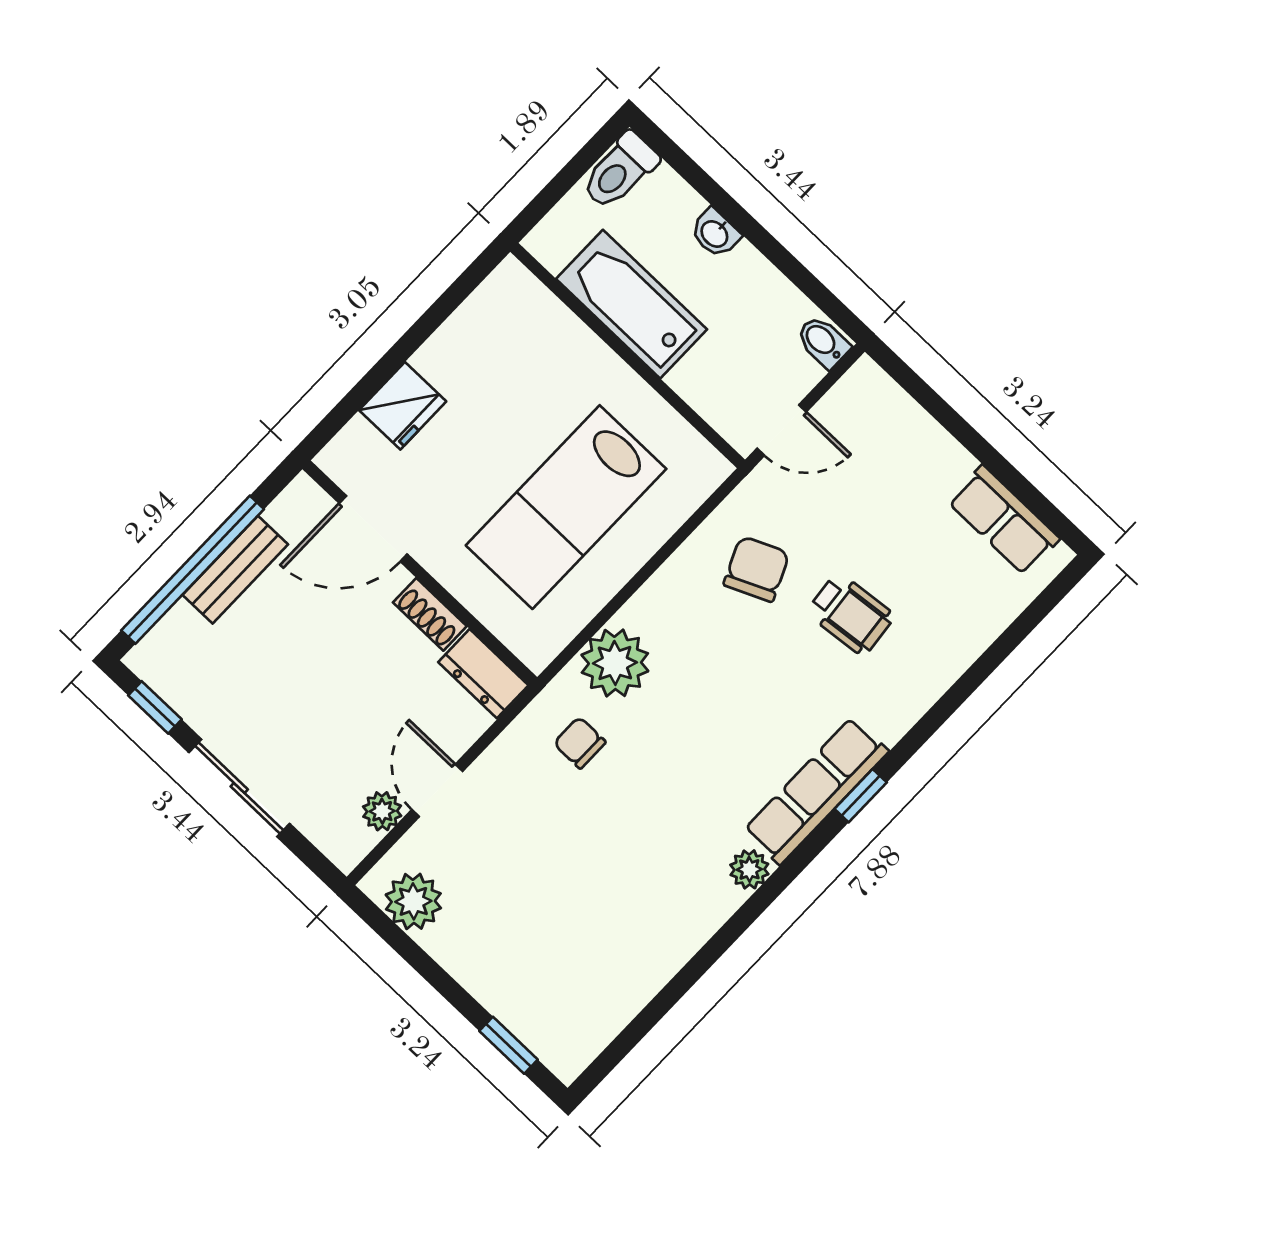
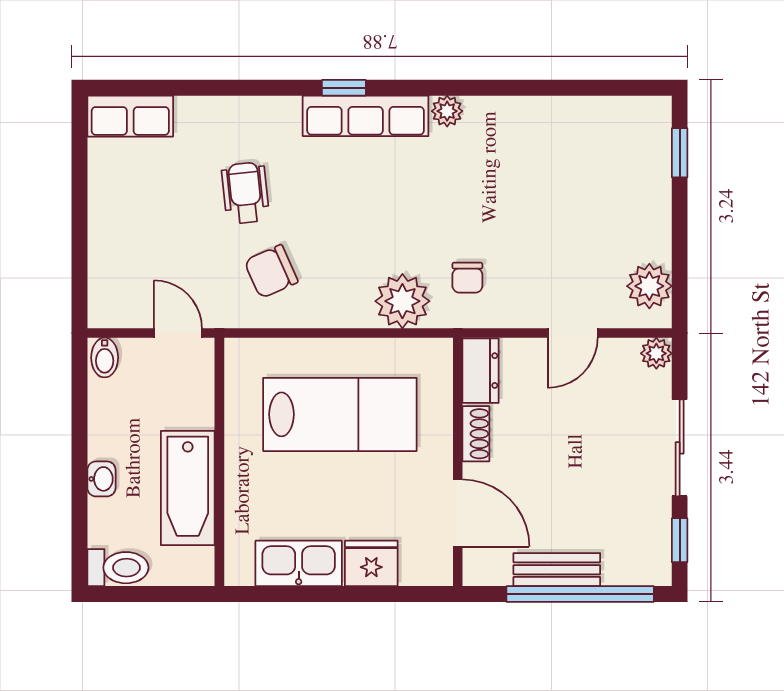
kitchen sink: (466, 339) -> (299, 563), added
row of seats: (1004, 520) -> (130, 116), moved, turned 90
plant: (382, 811) -> (656, 353), moved

